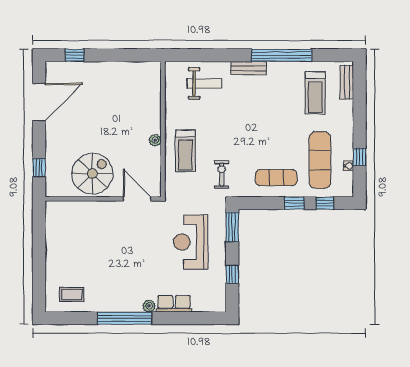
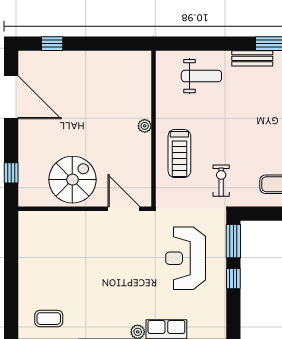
door: (39, 102) -> (11, 97), hinge flipped
plant: (155, 140) -> (145, 126), moved
window: (232, 274) -> (233, 279), moved

